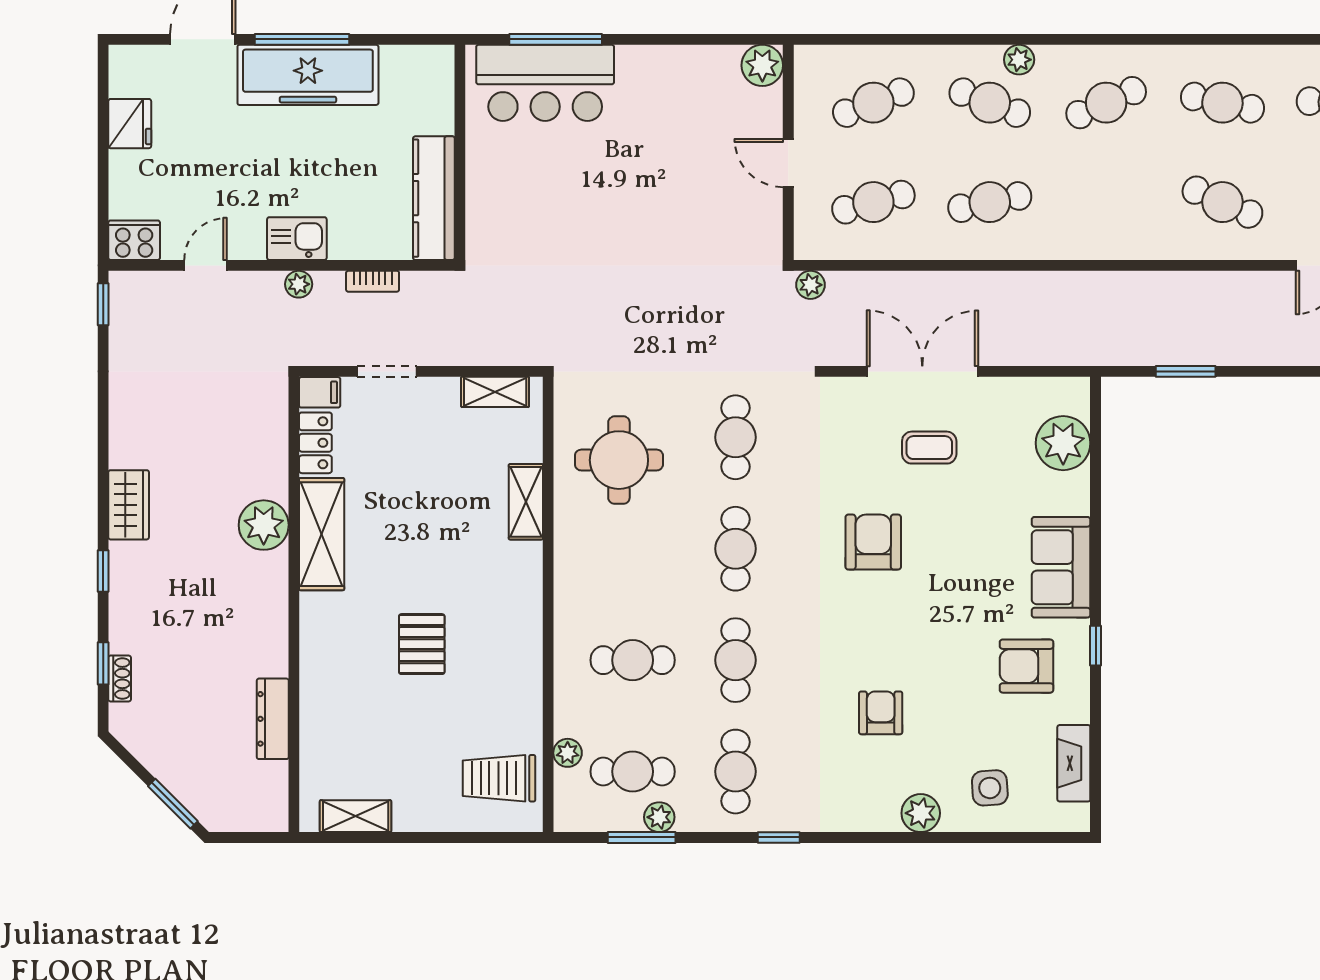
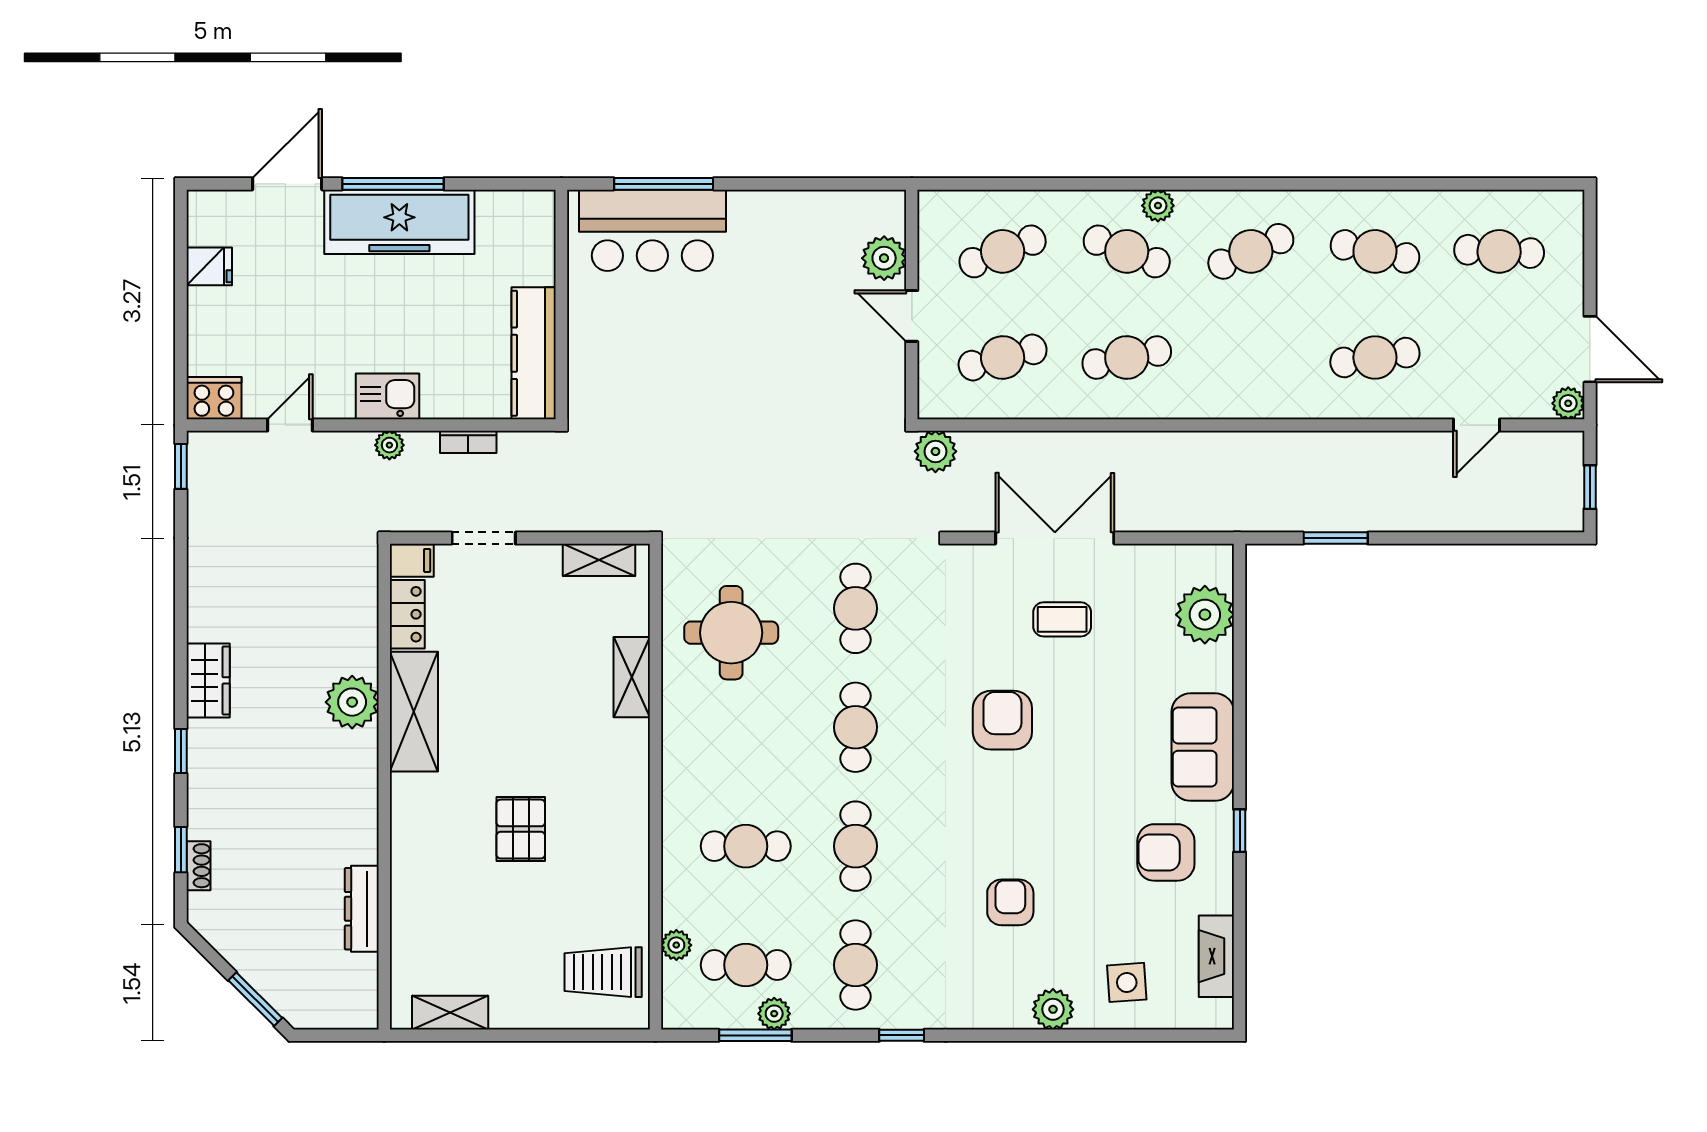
plant: (762, 65) -> (884, 258), moved
fridge: (130, 124) -> (209, 266), width x0.72
cafe table: (1222, 202) -> (1375, 357), turned -33
plant: (811, 285) -> (935, 451), width x1.38, depth x1.38

